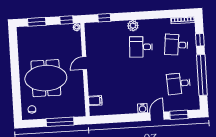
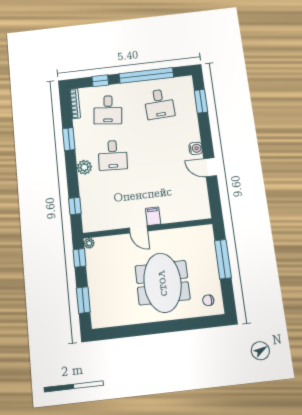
window: (155, 15) -> (69, 139), added
filing cabinet: (95, 101) -> (153, 216), moved
door: (157, 116) -> (210, 167), moved

